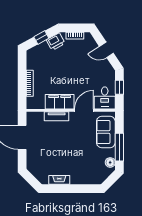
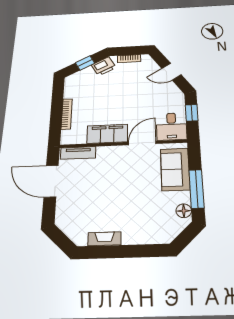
tv unit: (57, 116) -> (78, 153), moved

